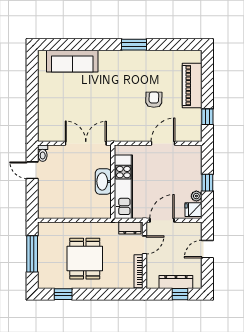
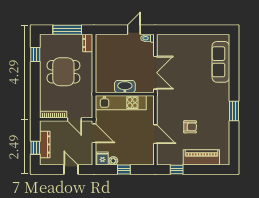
dresser: (130, 228) -> (88, 43), moved

